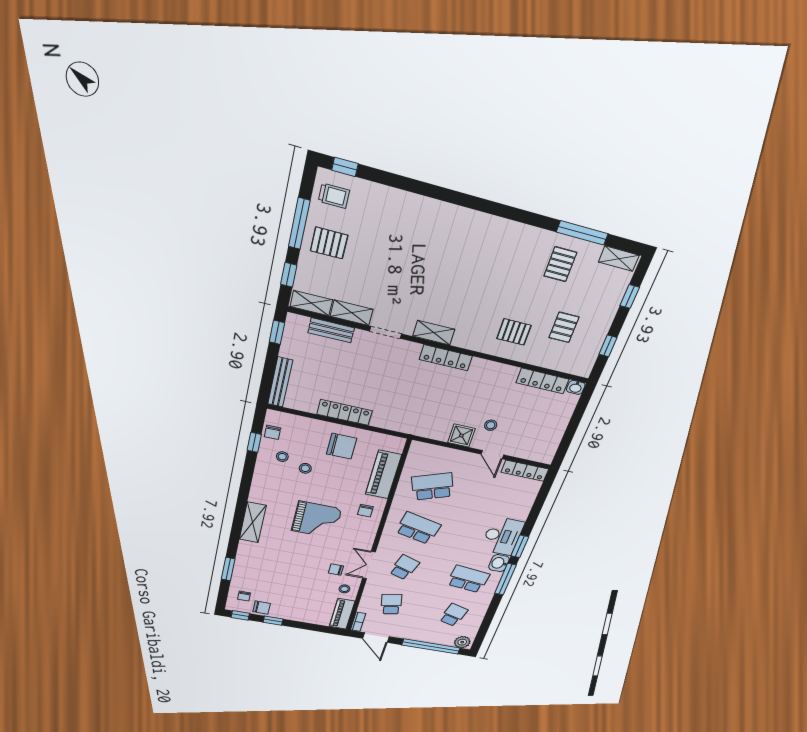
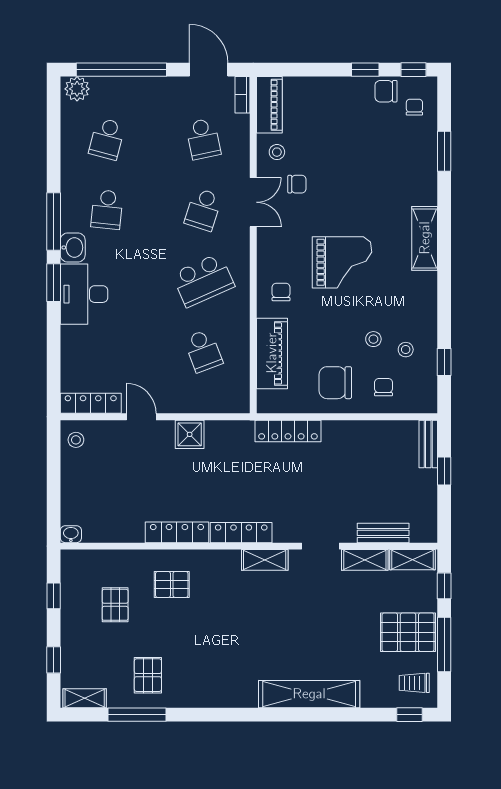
shelving: (430, 211) -> (309, 694), added
pallet: (329, 243) -> (408, 632), width x1.50, depth x1.42
window: (277, 332) -> (444, 471), moved
locker: (542, 381) -> (177, 532), moved
bench: (280, 382) -> (428, 444), width x0.73
locker: (345, 412) -> (288, 431), moved
stool: (491, 425) -> (76, 440), moved
chair: (273, 432) -> (384, 387), moved
school desk: (433, 486) -> (203, 351), width x0.54
grand piano: (316, 520) -> (342, 262), turned 180
school desk: (418, 528) -> (203, 280), turned -36
school desk: (468, 579) -> (107, 210), width x0.54

